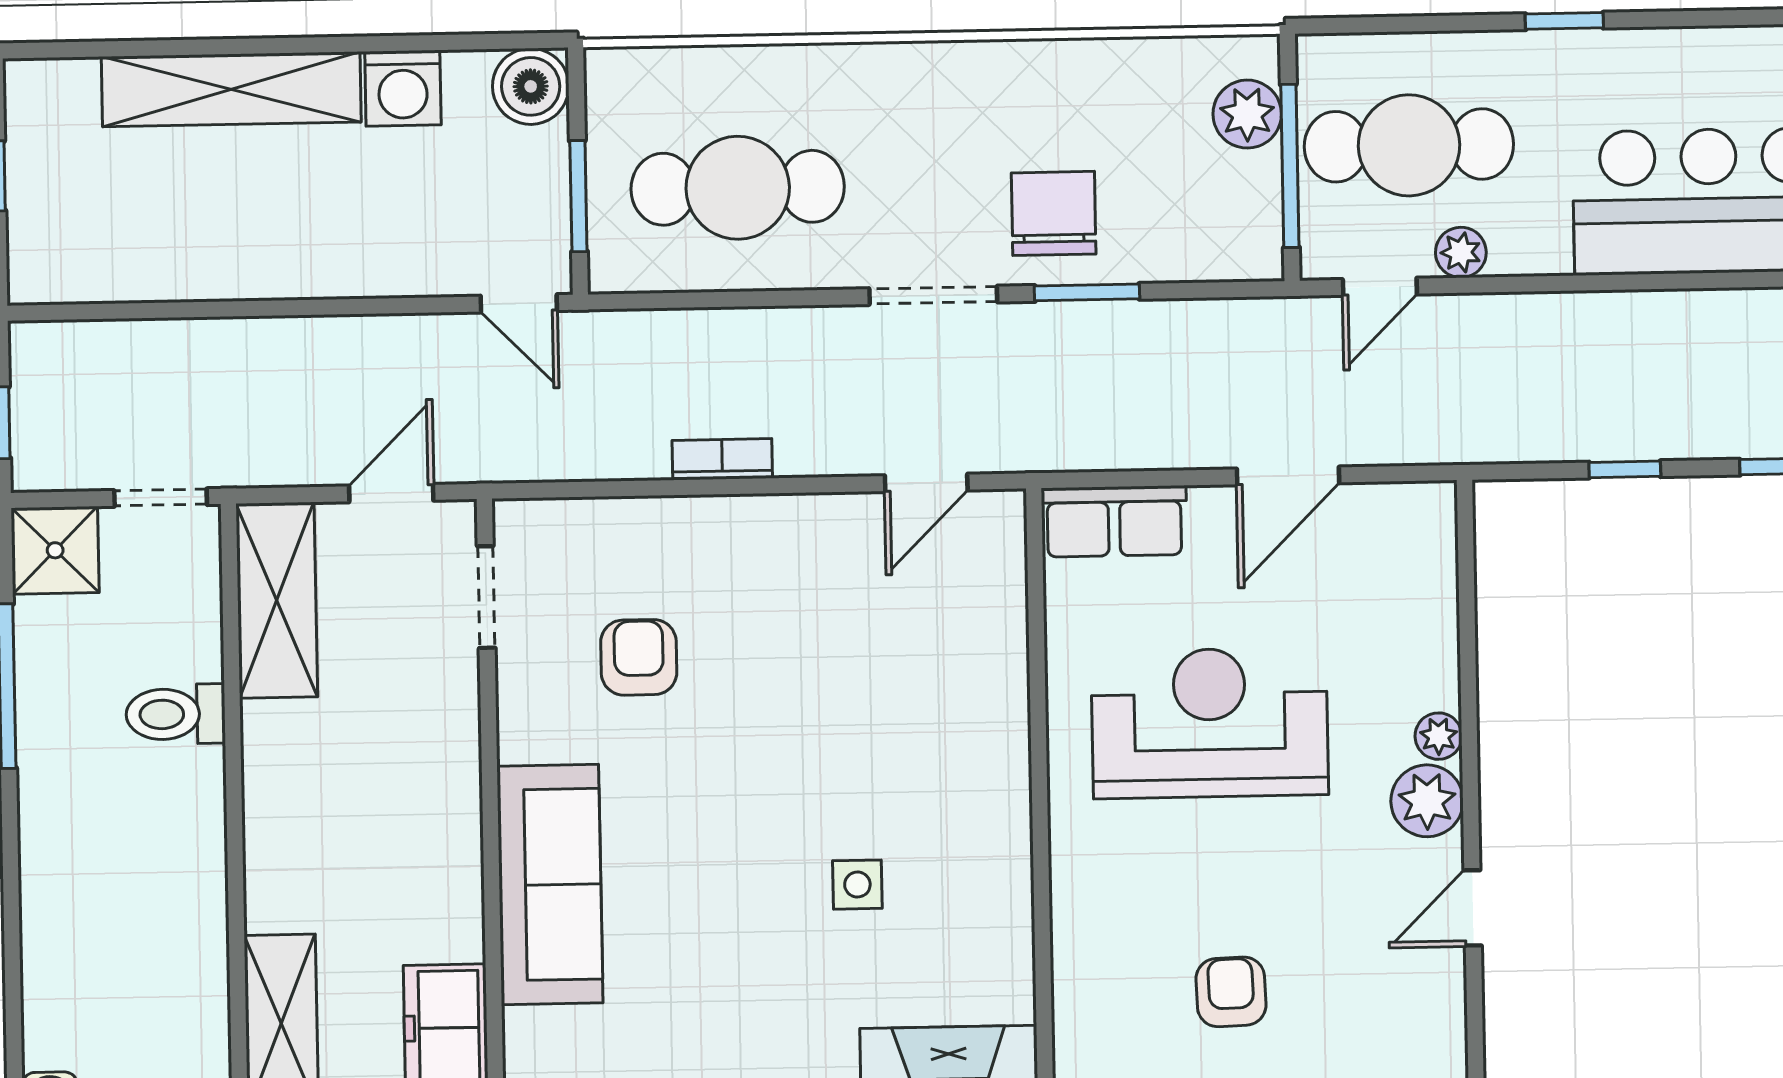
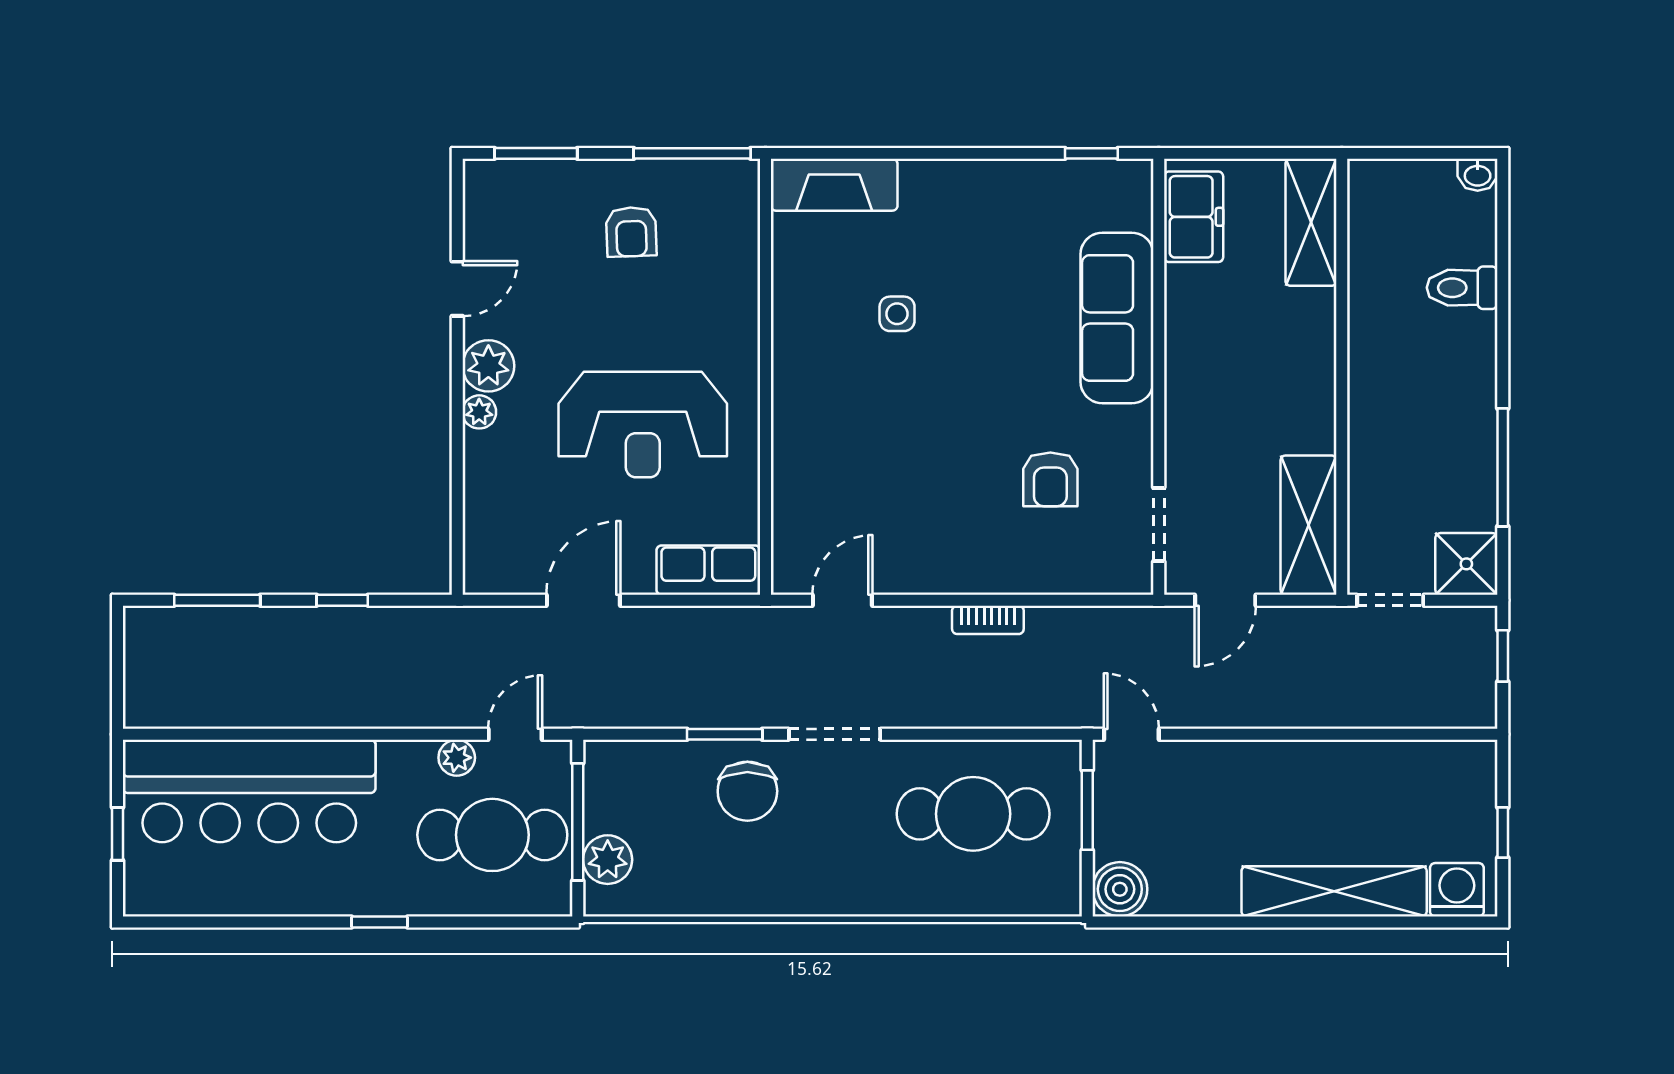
washing machine: (403, 88) -> (1457, 890), moved
toilet: (176, 714) -> (1462, 288), moved, turned 180

